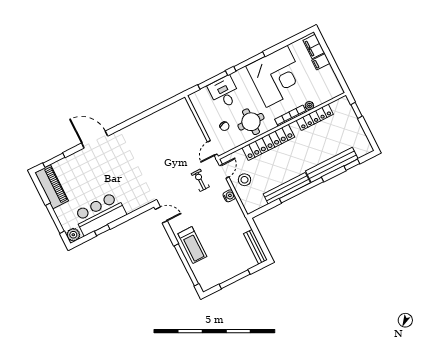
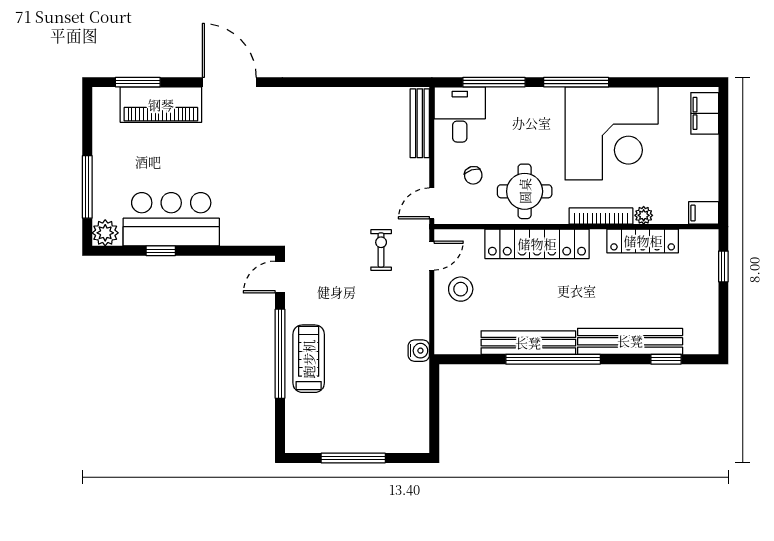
filing cabinet: (321, 62) -> (704, 213), moved
desk: (224, 92) -> (460, 114), moved
piano: (52, 187) -> (161, 105), moved, turned 90
water cooler: (229, 196) -> (419, 351), moved
door: (161, 215) -> (280, 277), swing flipped
treadmill: (192, 245) -> (309, 359), turned 180
bench: (255, 247) -> (420, 123), moved
window: (186, 265) -> (280, 354), moved

